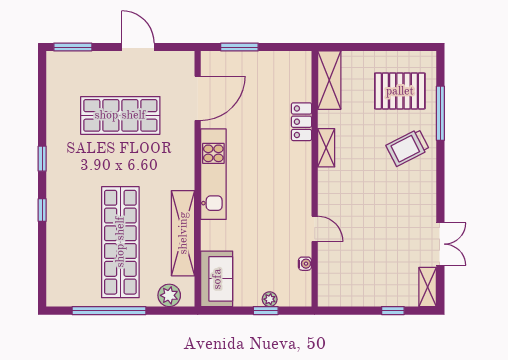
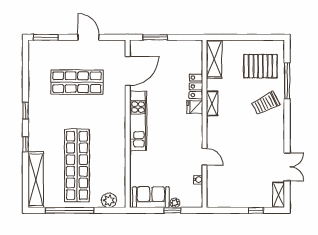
fridge: (300, 153) -> (195, 107), added
shelving: (183, 233) -> (36, 180), moved
sofa: (217, 279) -> (151, 197), moved, turned -90

